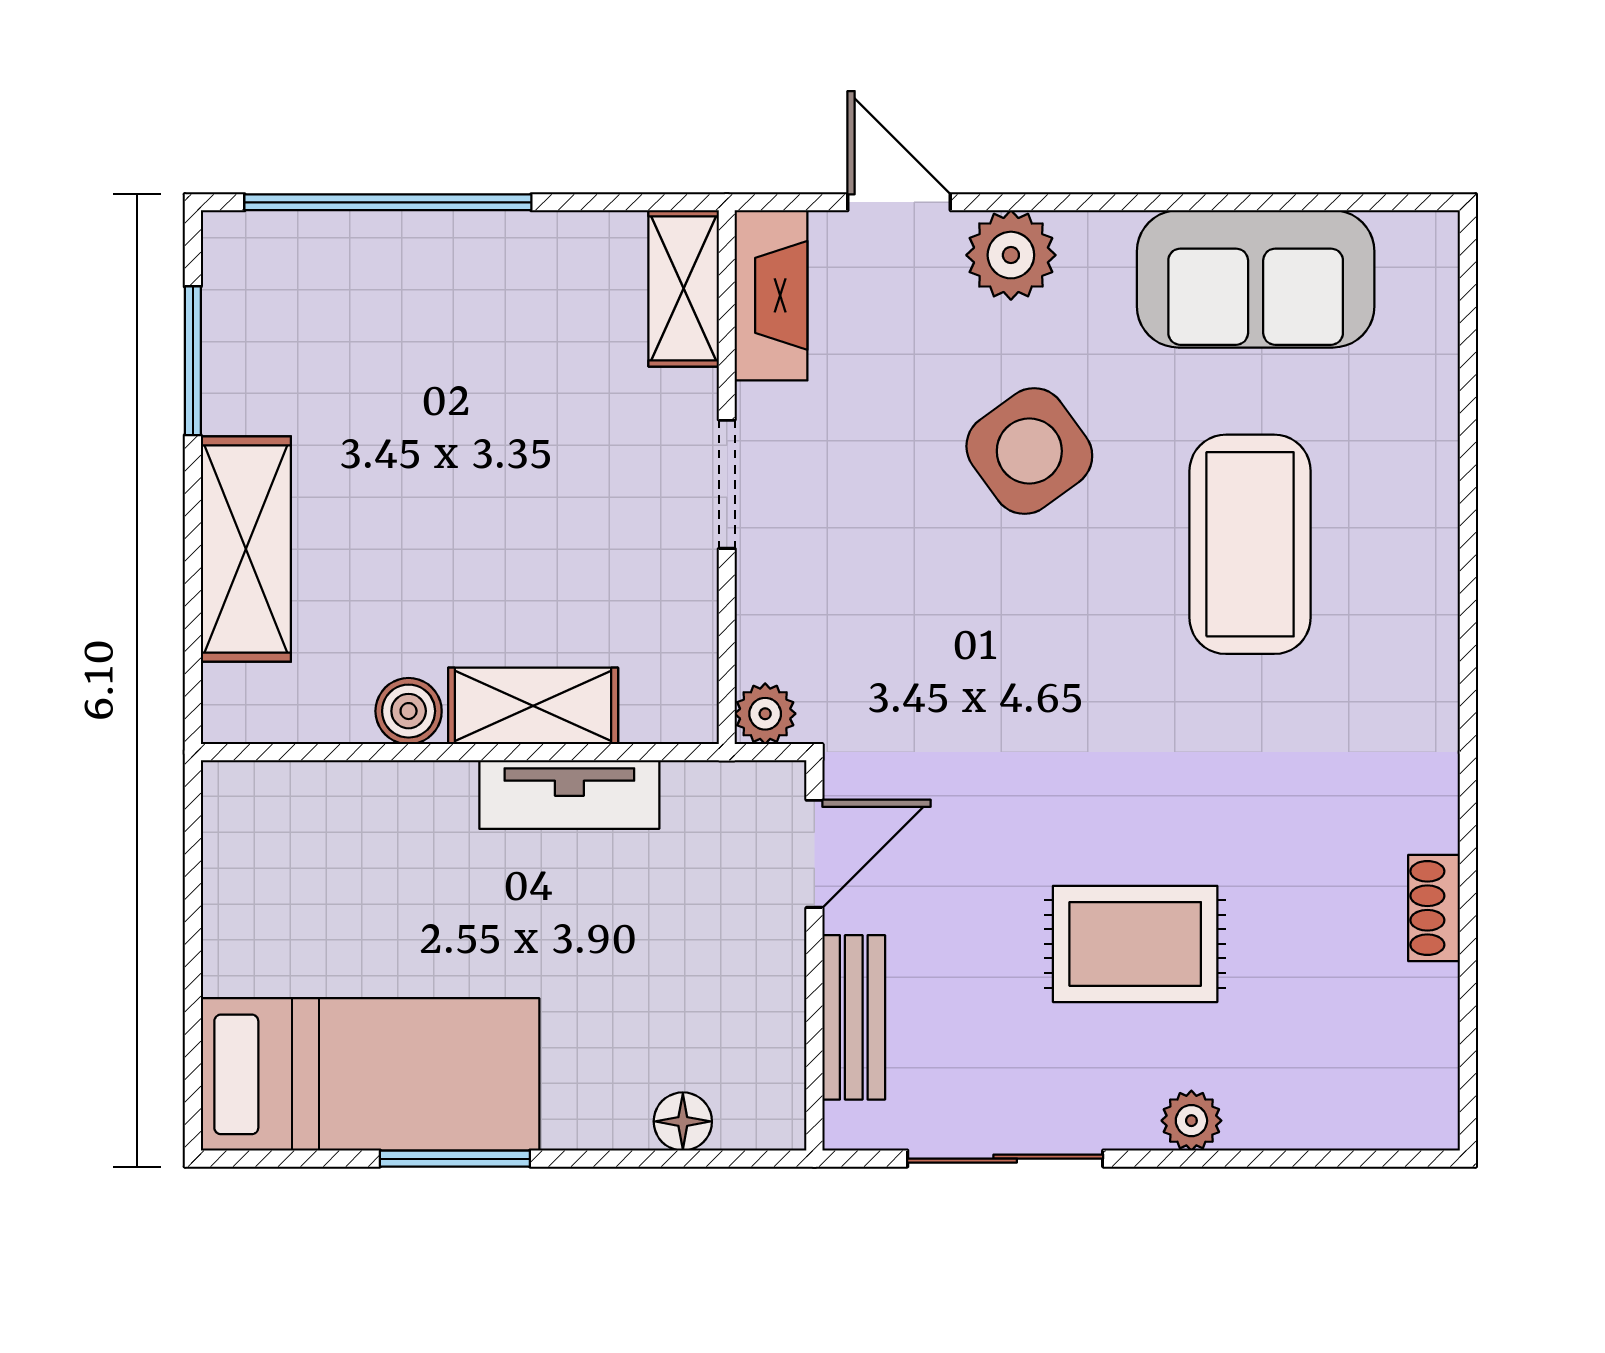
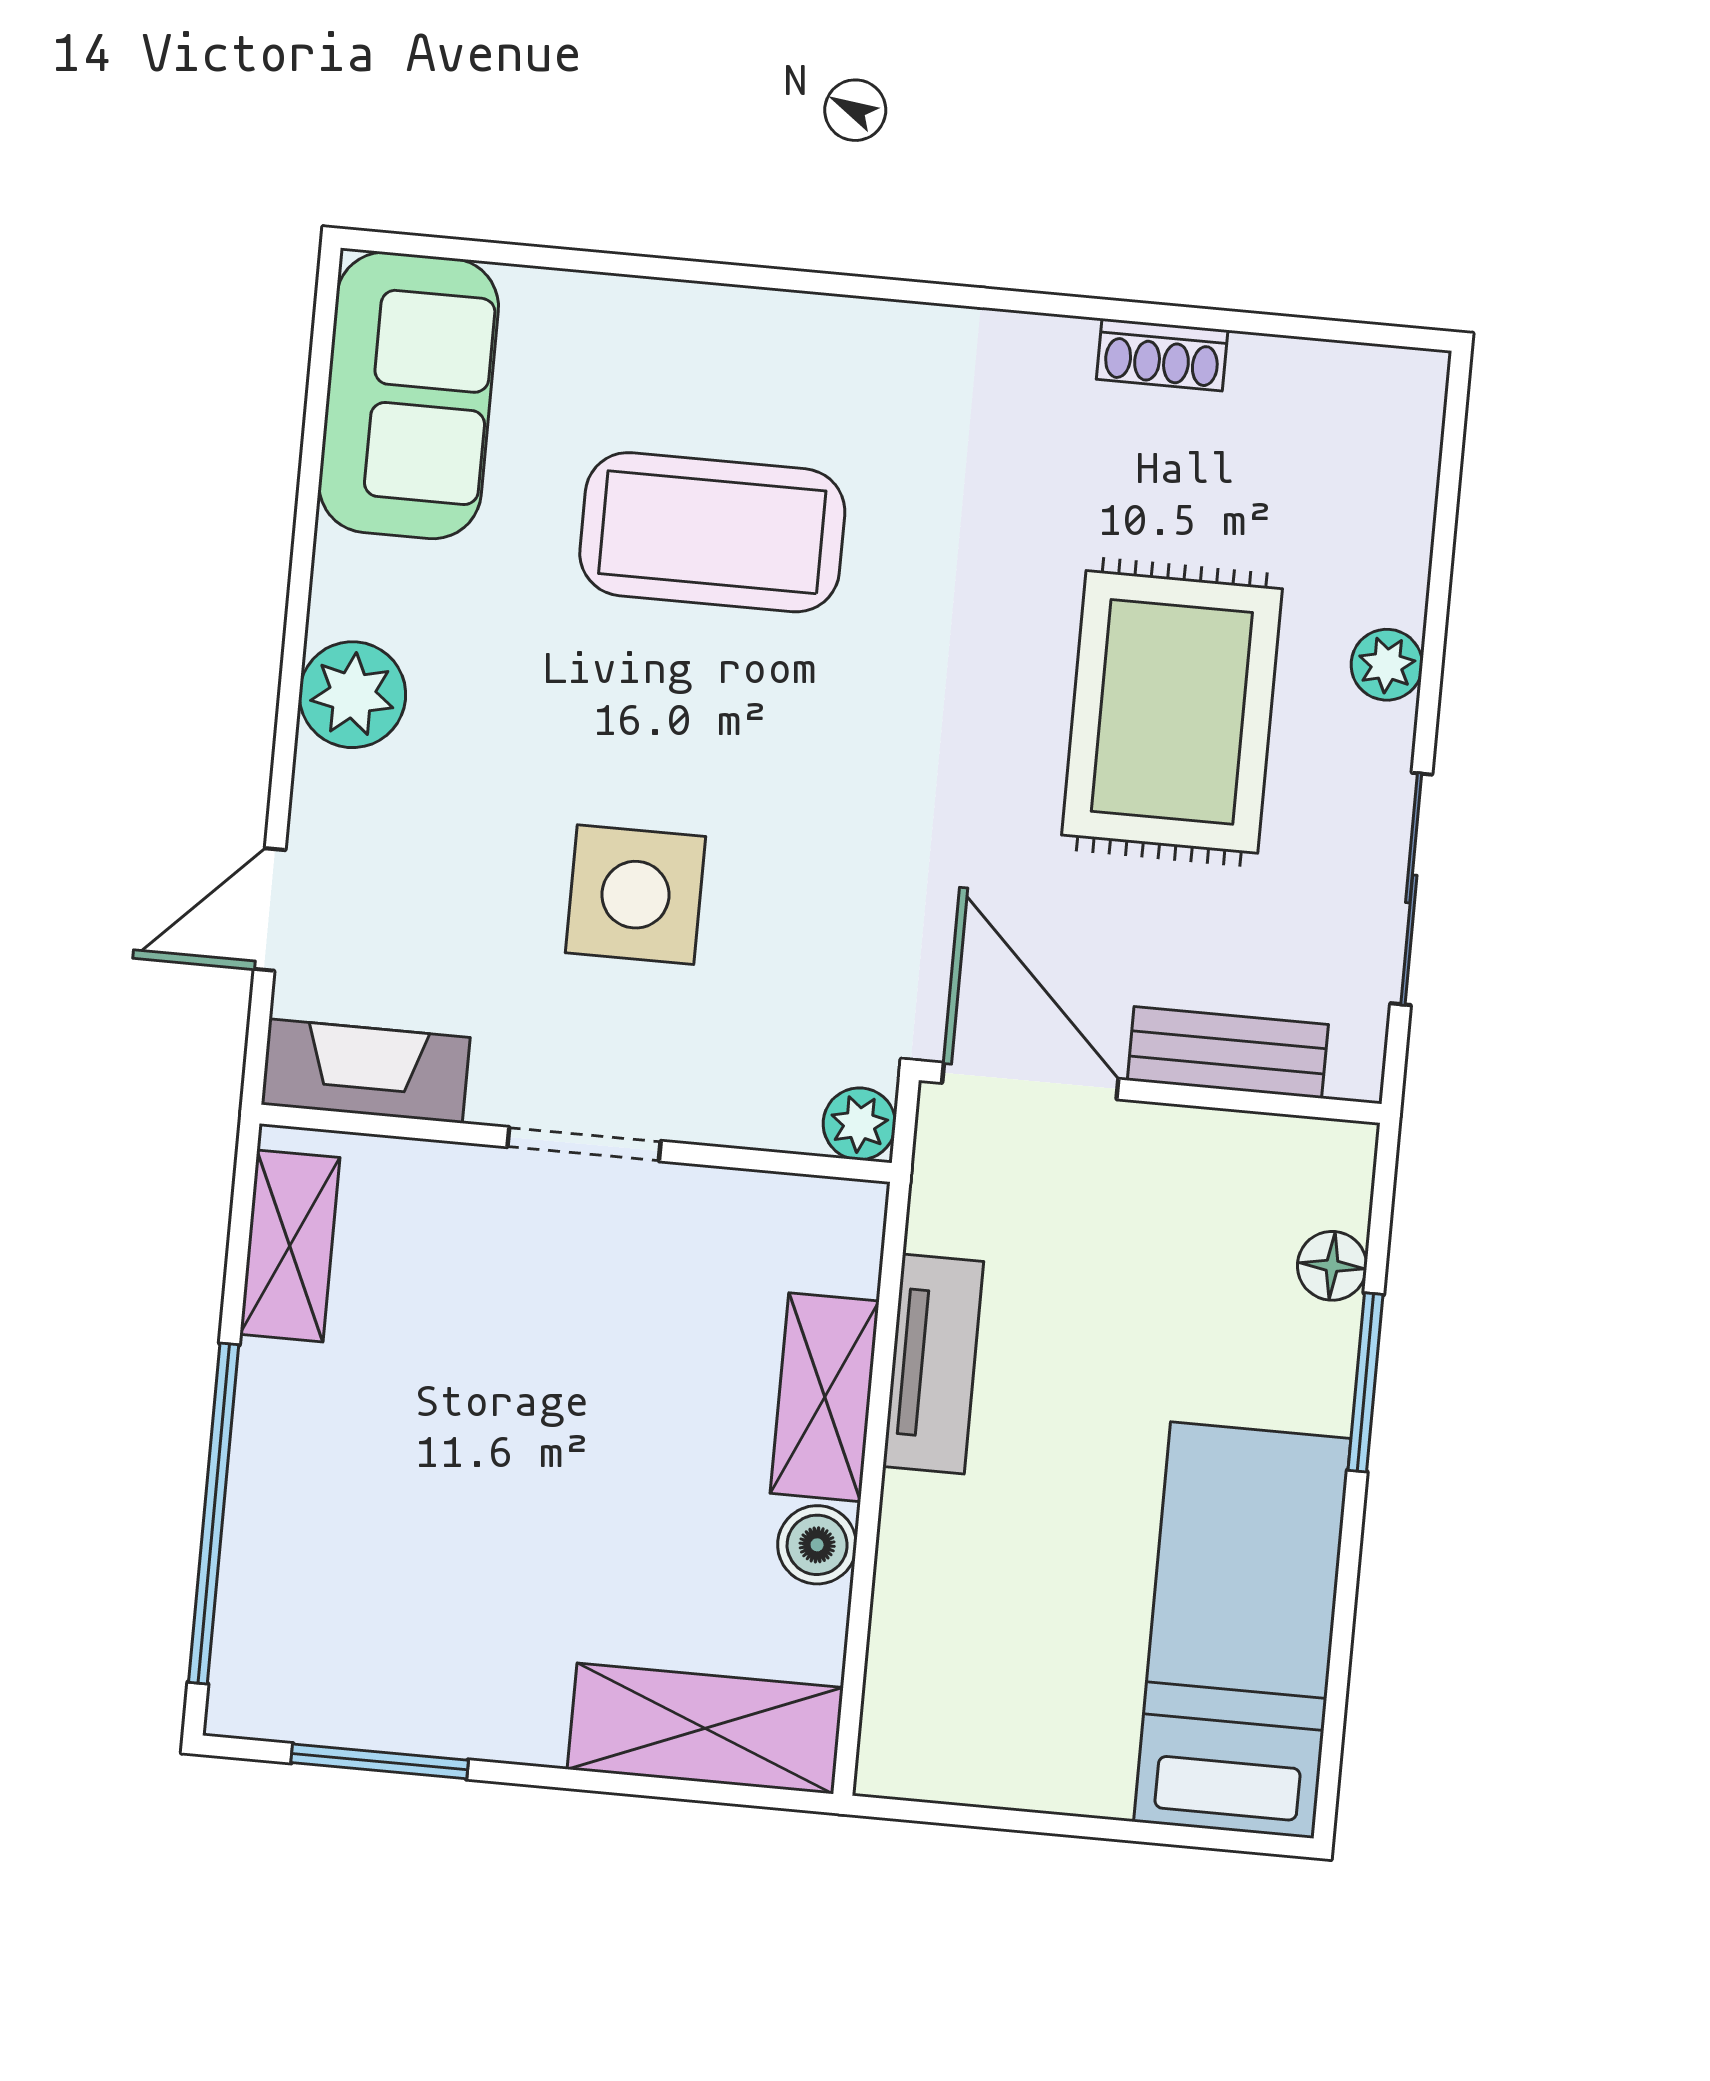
plant: (1011, 255) -> (352, 695), moved
sofa: (1256, 279) -> (409, 395), moved
shelving: (684, 288) -> (290, 1246), moved, turned 90
side table: (1029, 451) -> (635, 895), moved, turned 36
shelving: (246, 549) -> (705, 1728), moved
door: (814, 854) -> (1030, 1081), width x1.38
rug: (1135, 944) -> (1172, 712), width x1.36, depth x1.43
window: (455, 1159) -> (1365, 1382), moved

